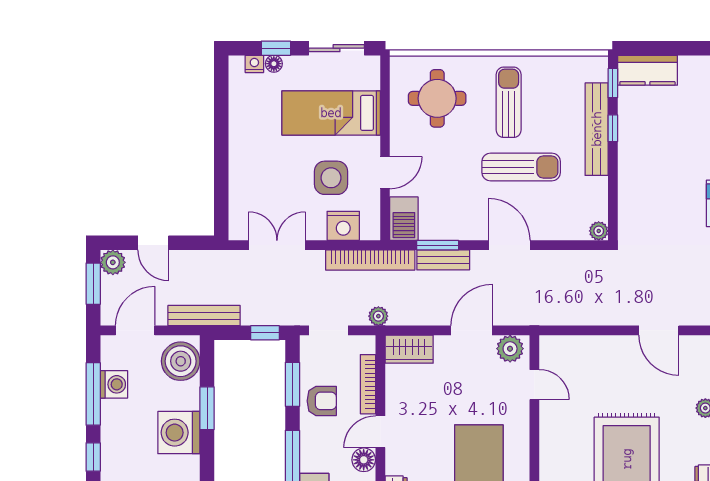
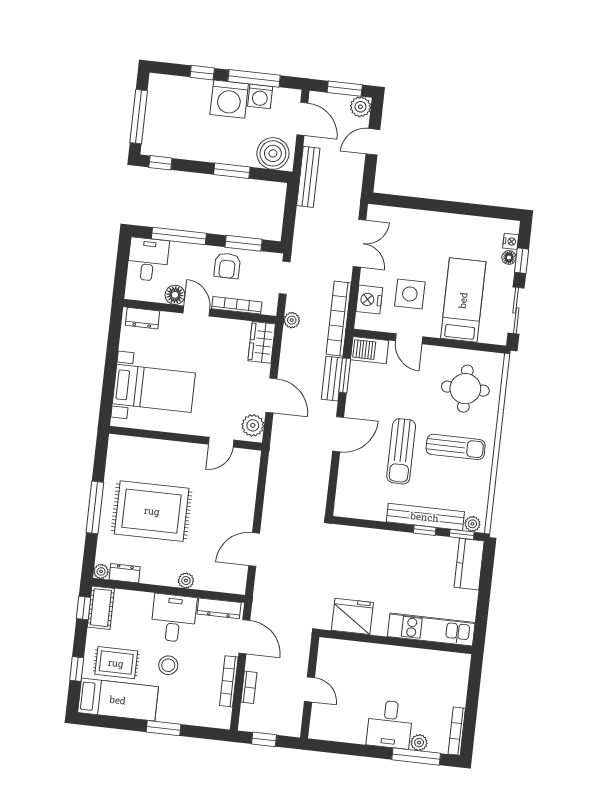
plant: (599, 231) -> (472, 524), moved
window: (265, 333) -> (288, 225), removed
washing machine: (179, 433) -> (229, 99), moved, turned 180

